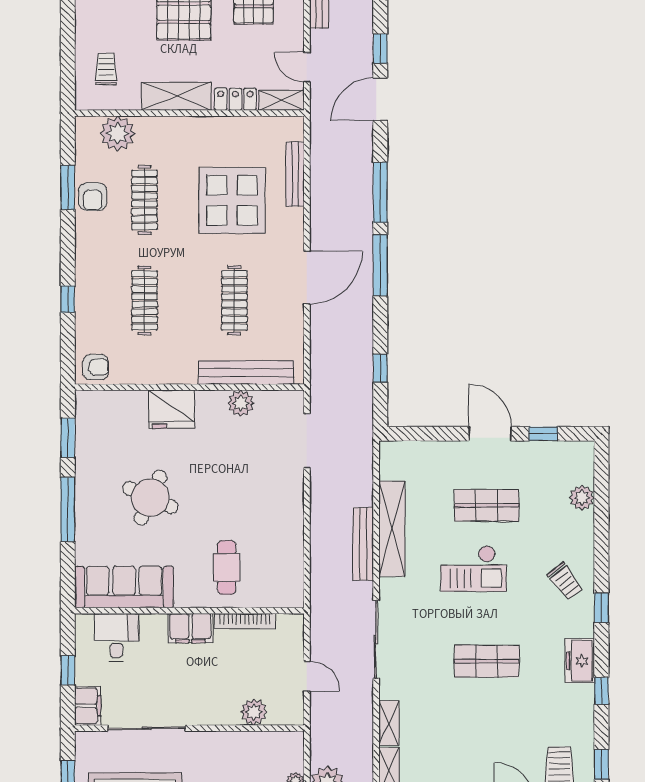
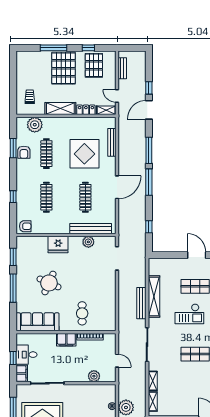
desk: (116, 637) -> (27, 355), moved, turned -90

